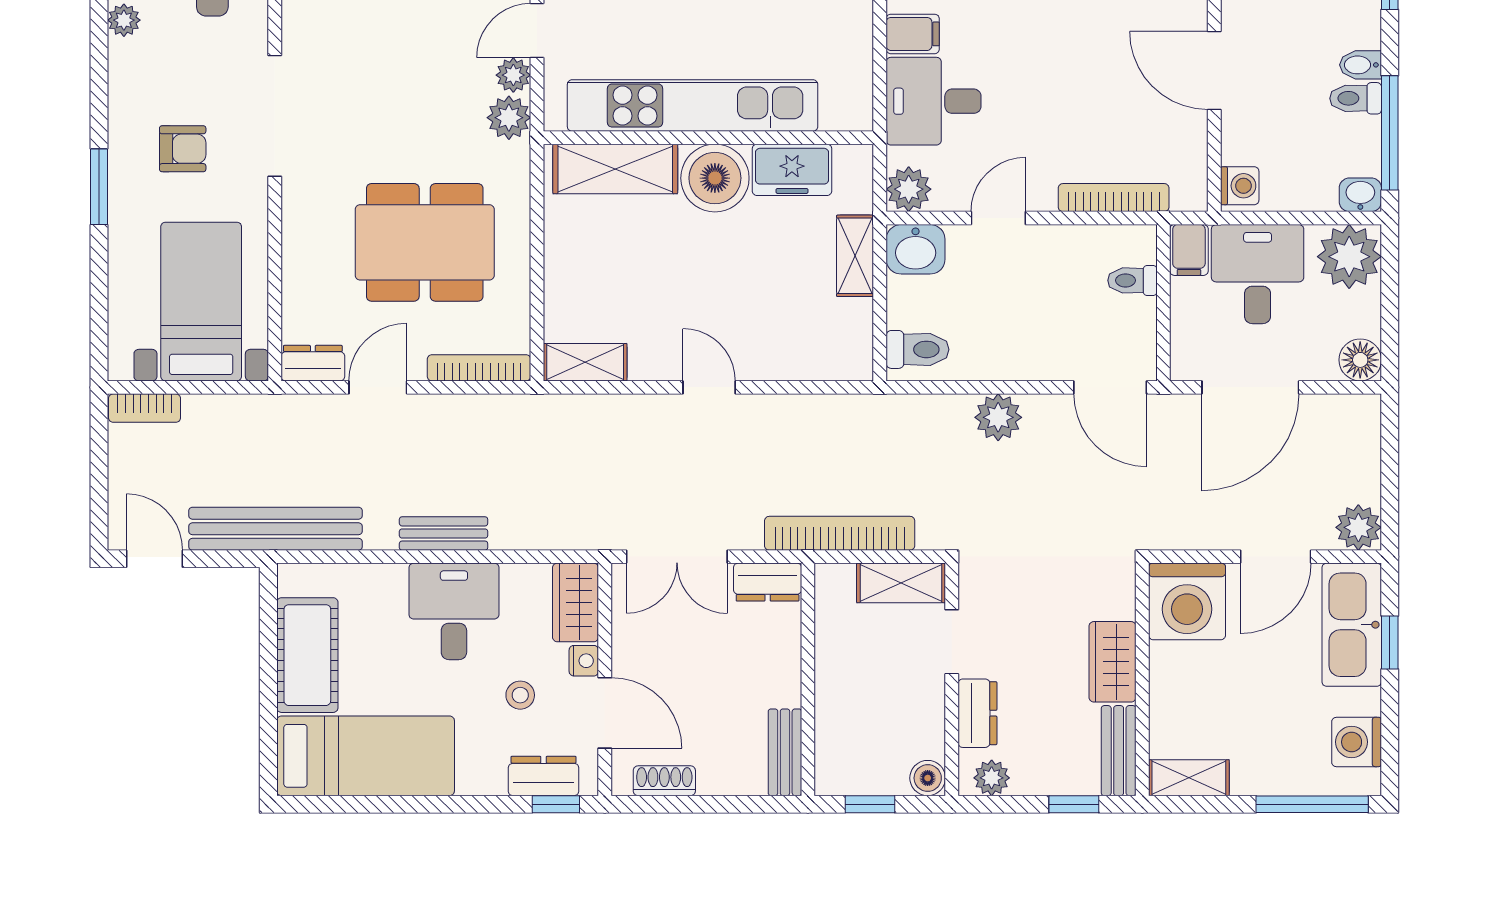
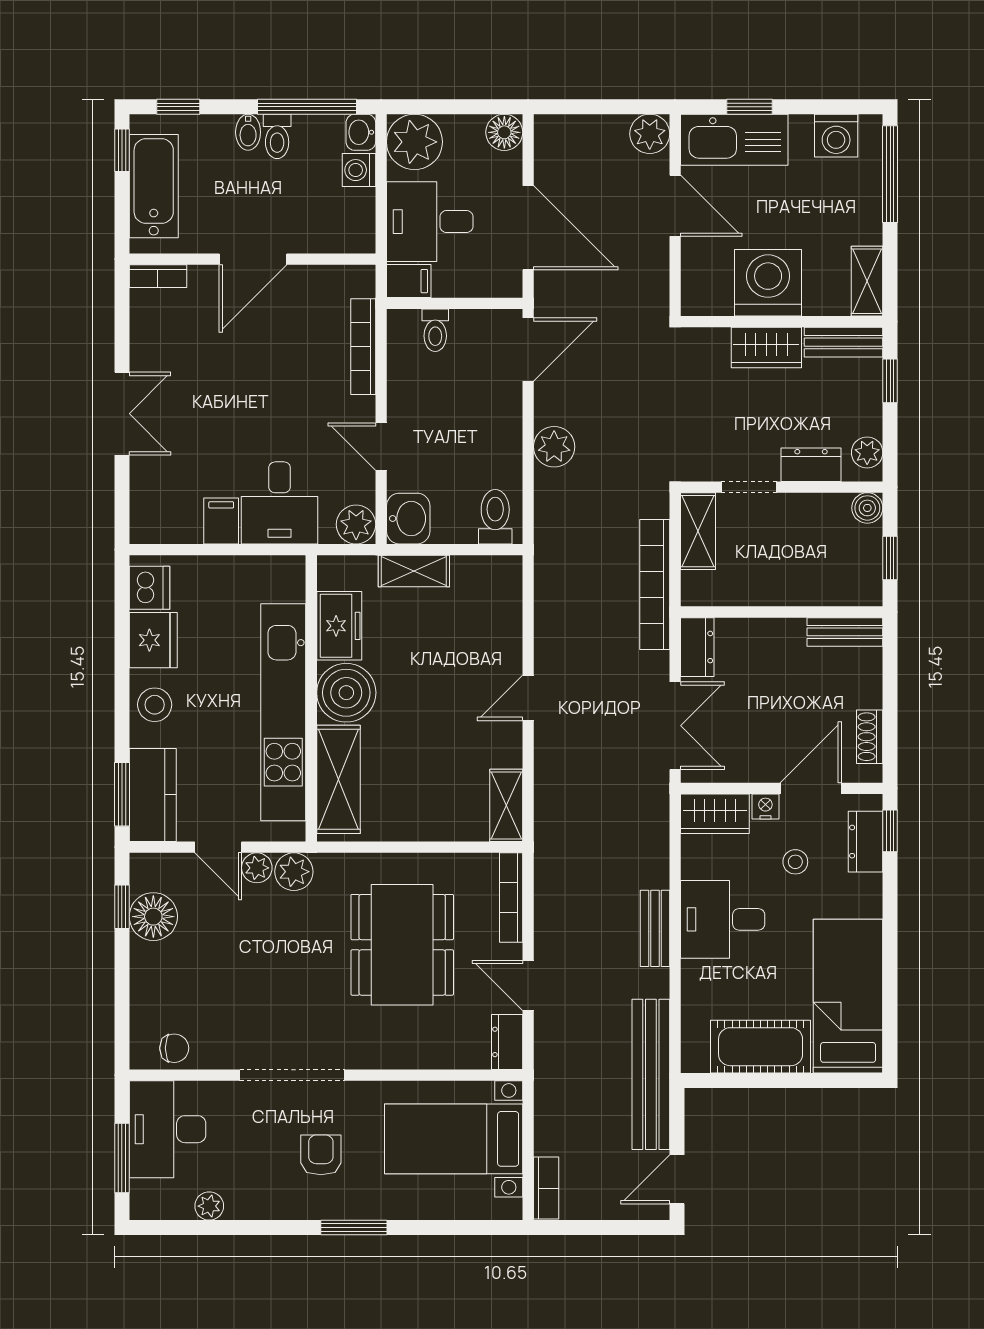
washing machine: (1240, 186) -> (359, 170), moved, turned -90
washing machine: (1187, 601) -> (768, 283), moved, turned -90

